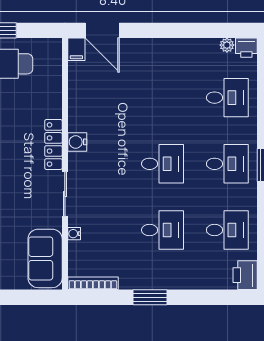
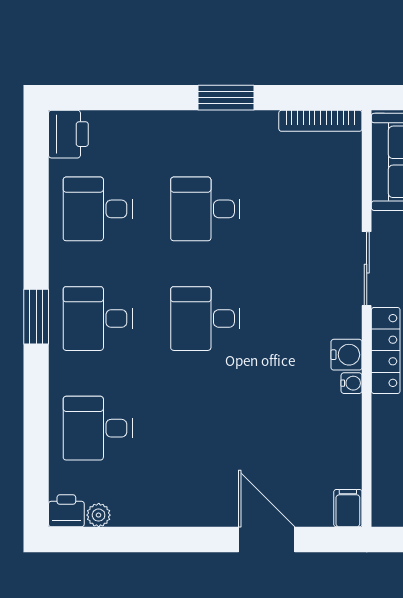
door: (102, 30) -> (267, 539), moved
water cooler: (74, 234) -> (352, 383), moved

